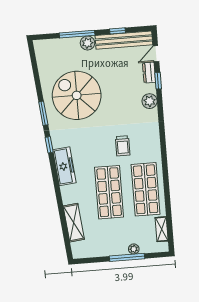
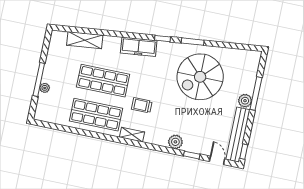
window: (118, 31) -> (244, 152), moved
dresser: (149, 73) -> (202, 149), removed
spiral stairs: (77, 95) -> (200, 77), turned 180
shelving: (162, 229) -> (132, 135), moved

